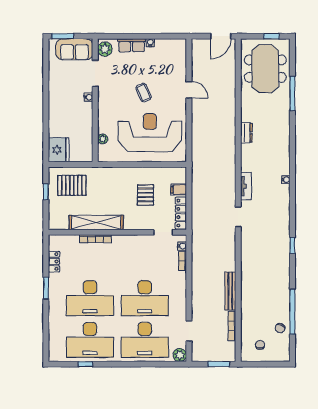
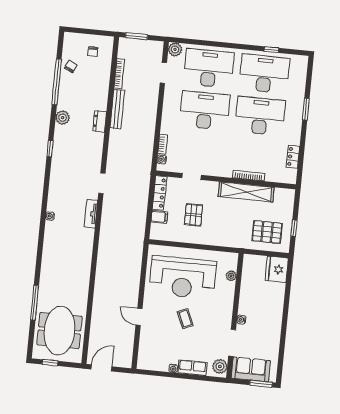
dresser: (246, 133) -> (100, 121), moved
doorway: (163, 232) -> (192, 177), moved
plant: (283, 277) -> (63, 118), added
window: (46, 288) -> (306, 109), moved

